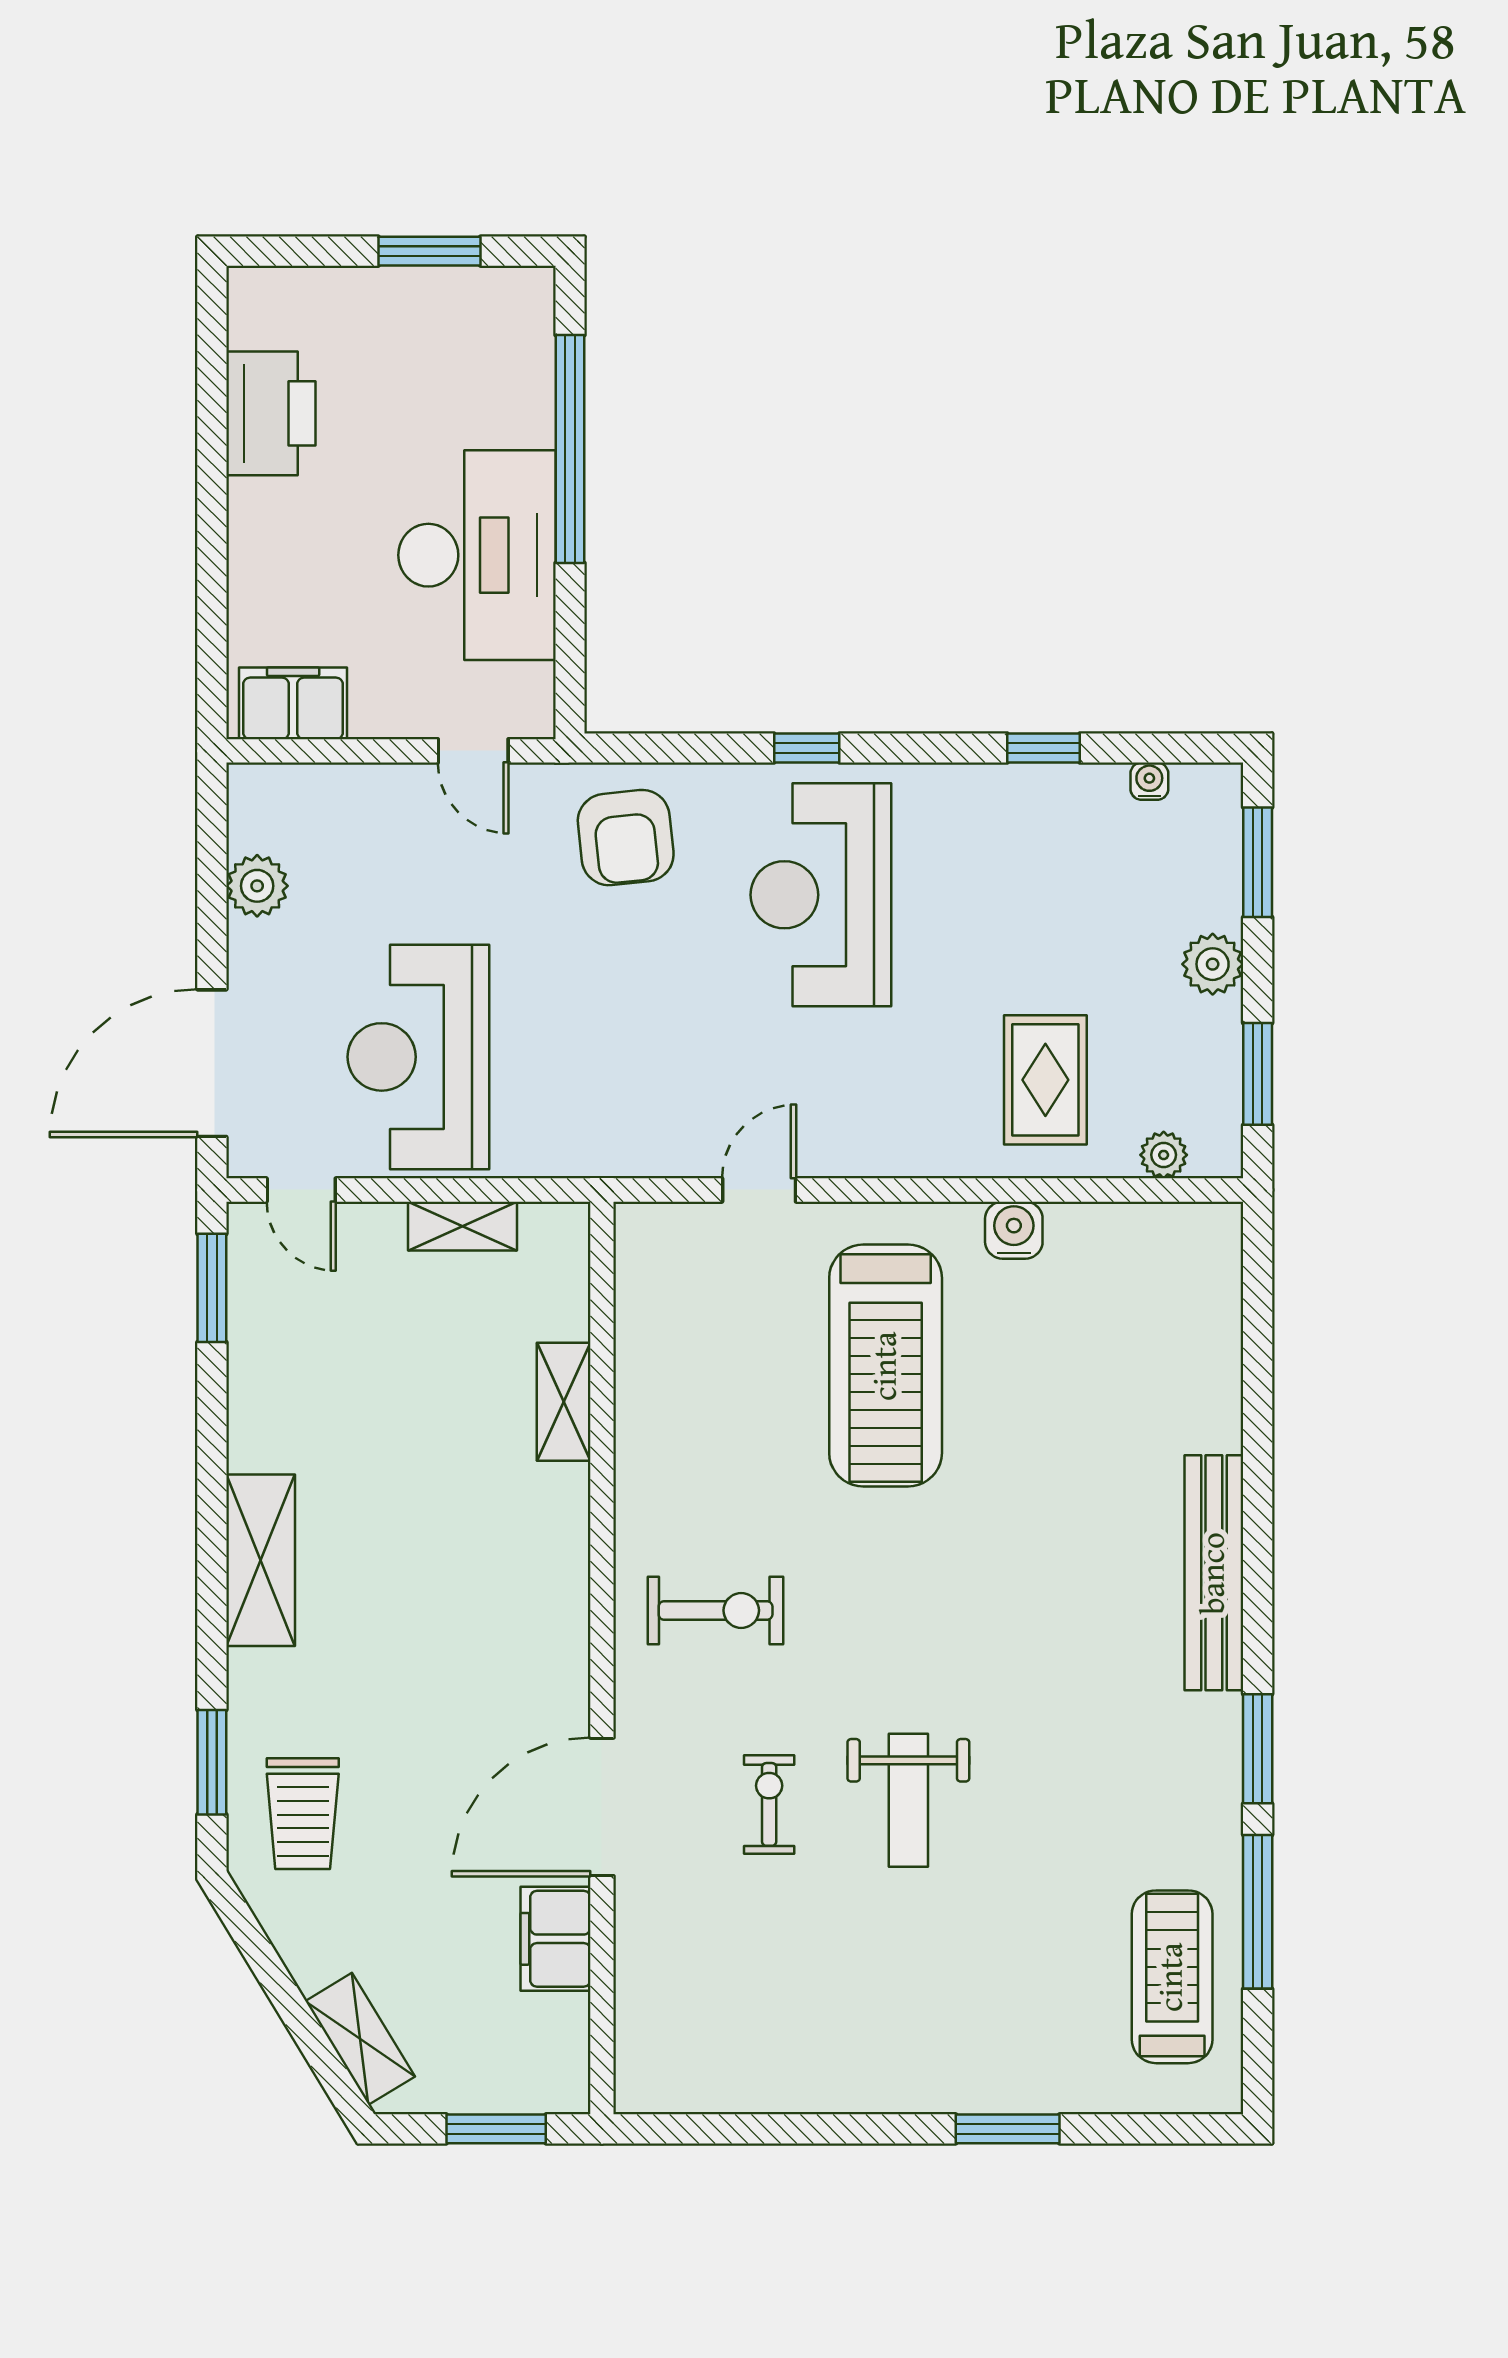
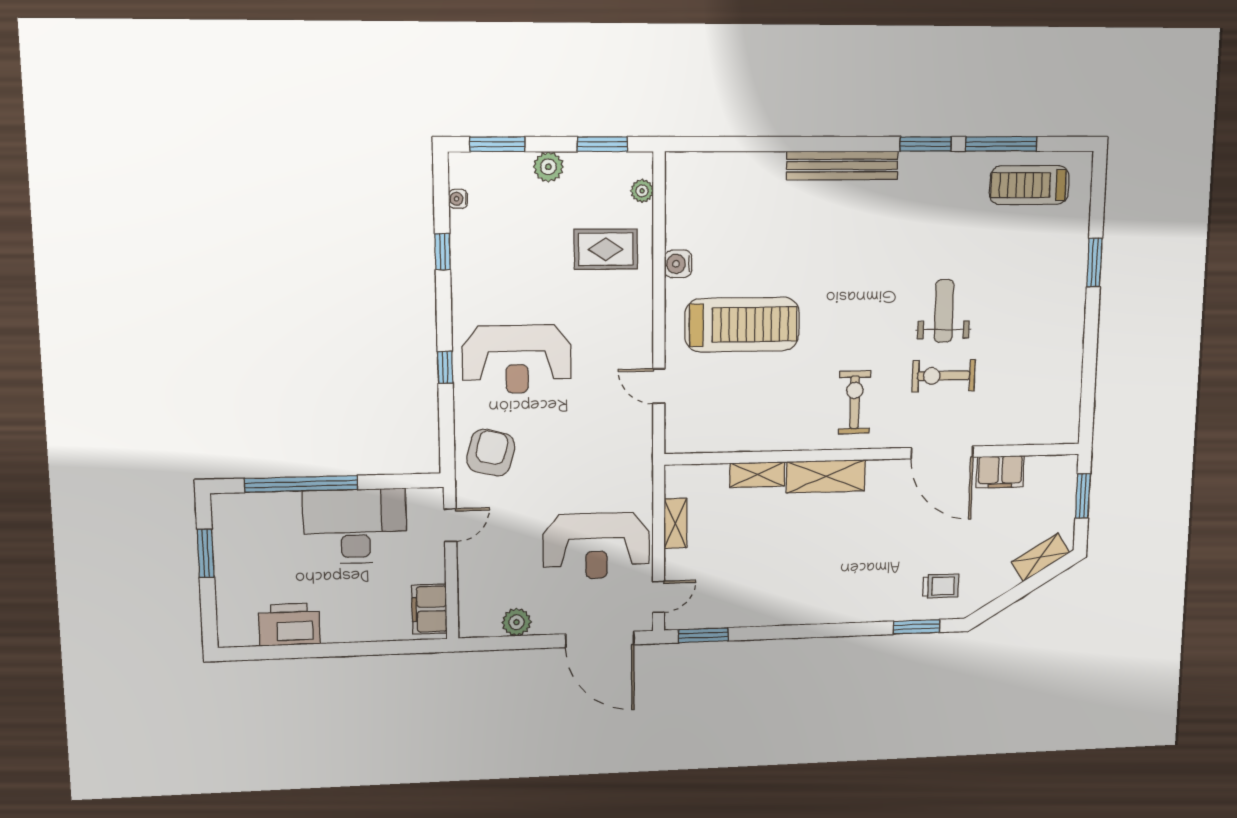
armchair: (626, 838) -> (491, 453), turned -70
shelving: (261, 1560) -> (826, 476), moved
weight bench: (908, 1800) -> (944, 311), turned -90
exercise bike: (769, 1804) -> (944, 376), width x1.38, depth x1.39
trolley: (303, 1814) -> (941, 586), width x0.73, depth x0.72

